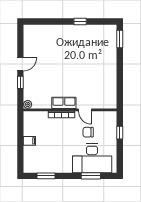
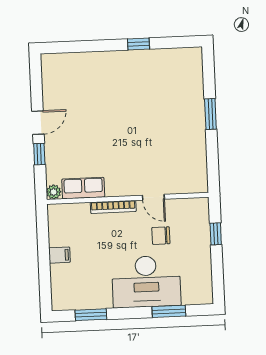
window: (120, 39) -> (210, 114), moved
row of seats: (64, 103) -> (83, 188), moved
desk: (92, 158) -> (146, 282), moved

